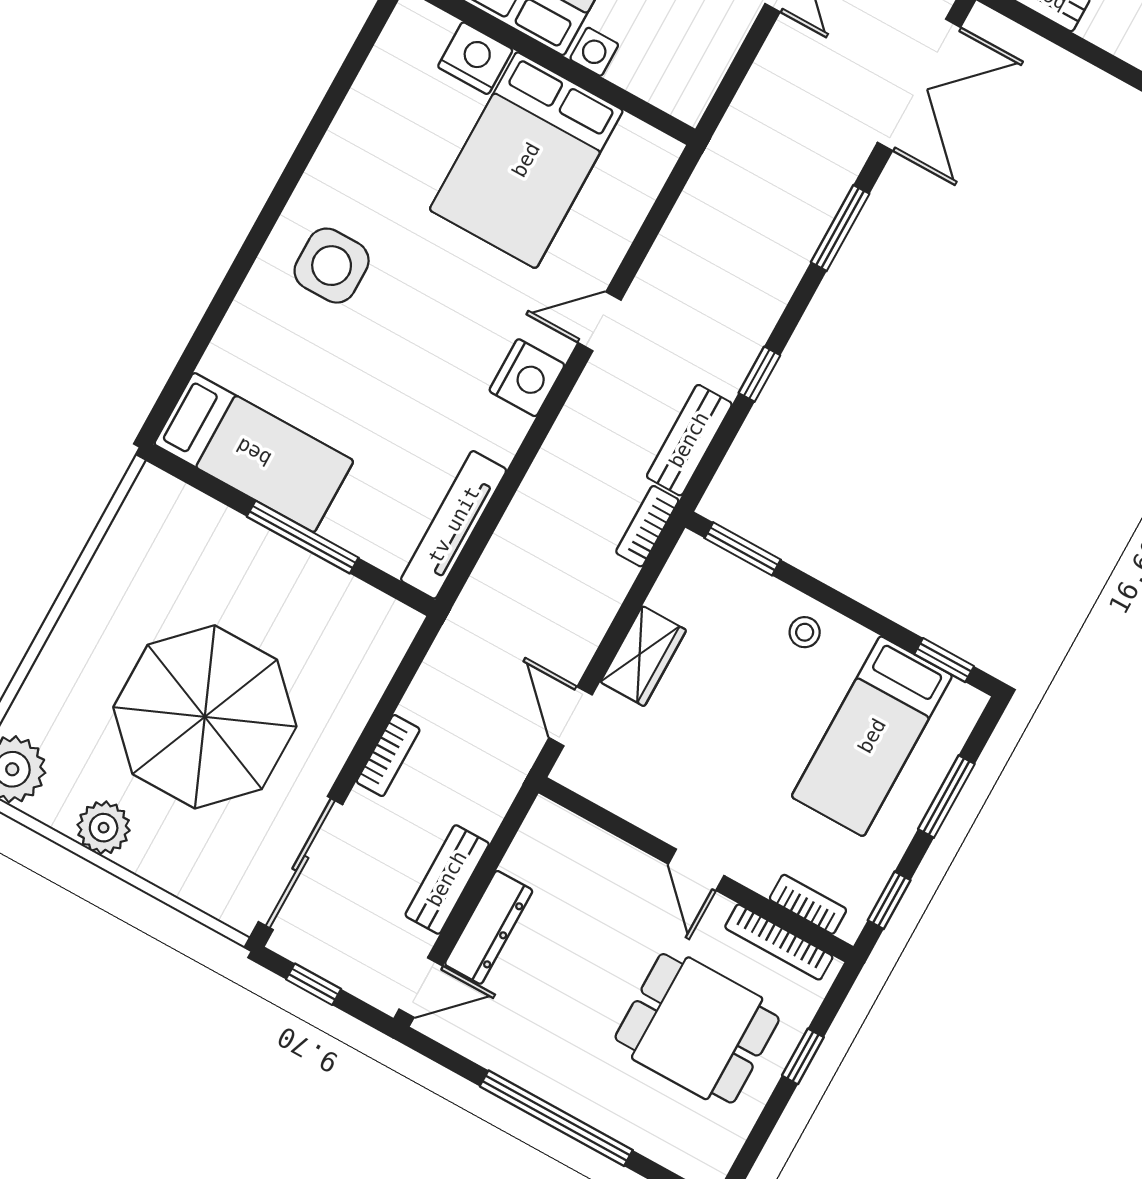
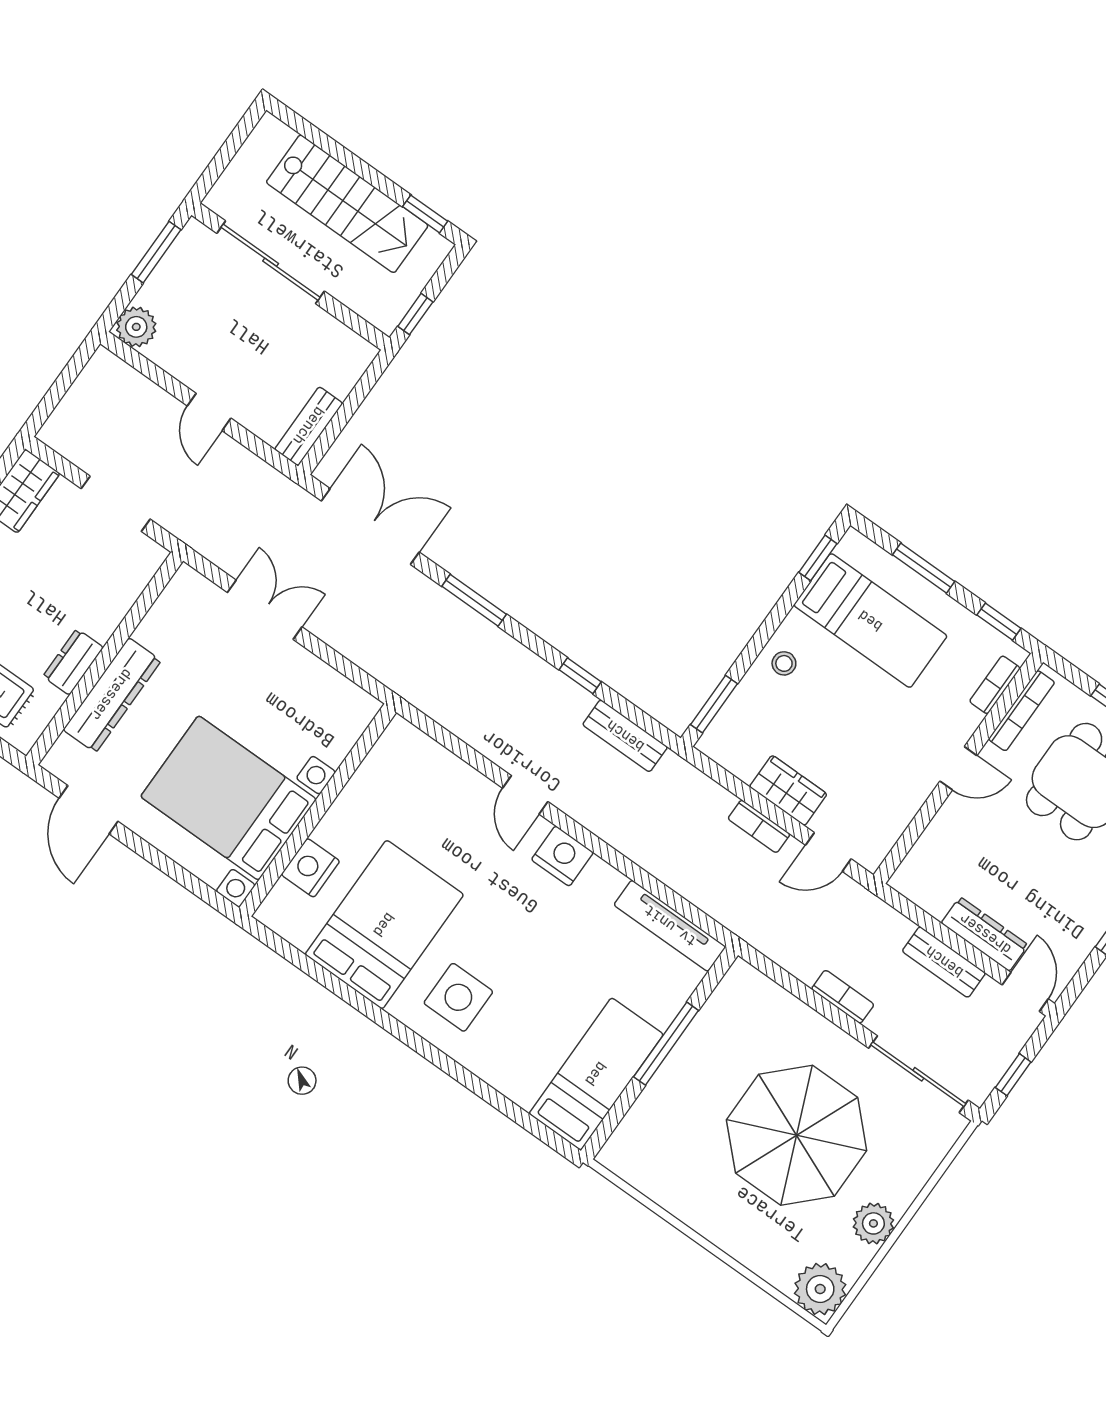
bed: (526, 160) -> (384, 925), moved, turned -90
bookcase: (647, 526) -> (759, 826), moved

